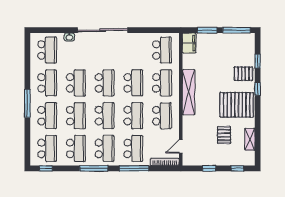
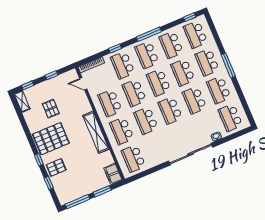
shelving: (250, 139) -> (22, 101), moved
door: (181, 146) -> (83, 84), swing flipped
window: (134, 168) -> (115, 49), width x0.46

